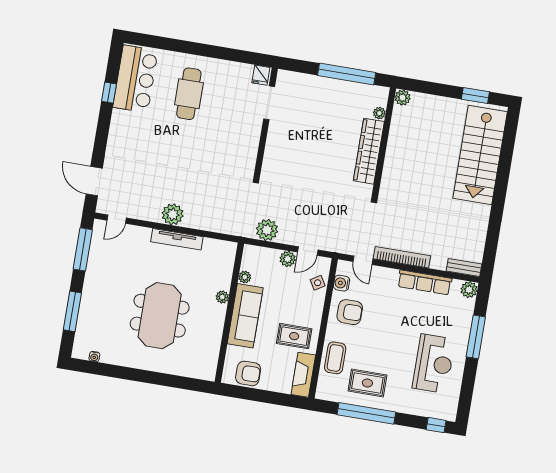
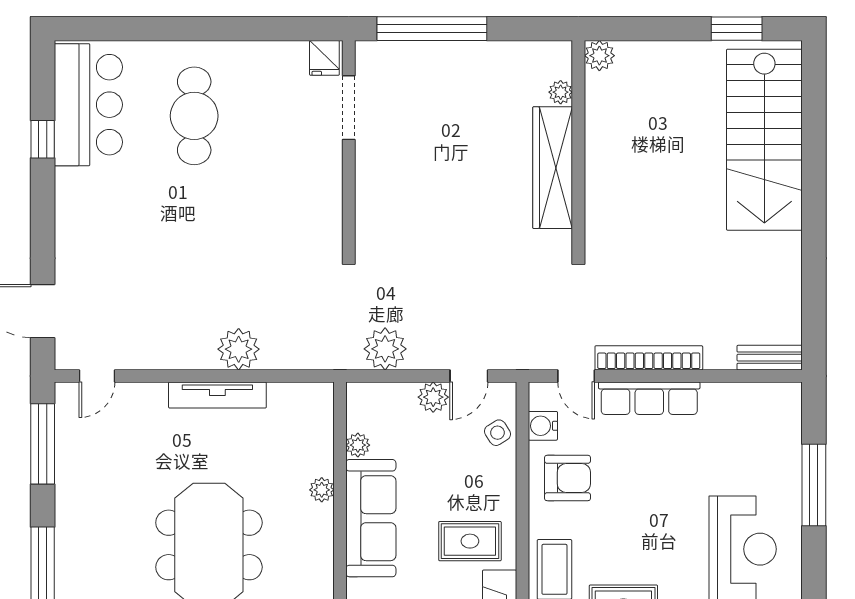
window: (347, 74) -> (432, 29), moved
plant: (173, 214) -> (239, 349), moved
row of seats: (425, 282) -> (649, 398), moved
plant: (469, 290) -> (786, 398), removed

